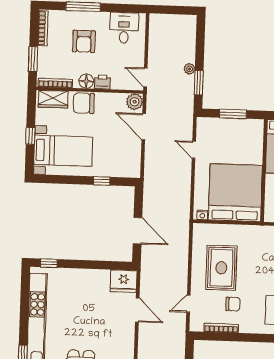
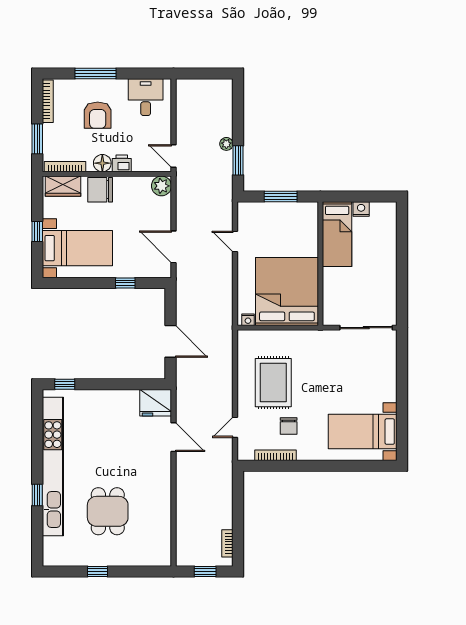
door: (144, 127) -> (173, 247), moved
chair: (233, 304) -> (289, 426), turned 90

